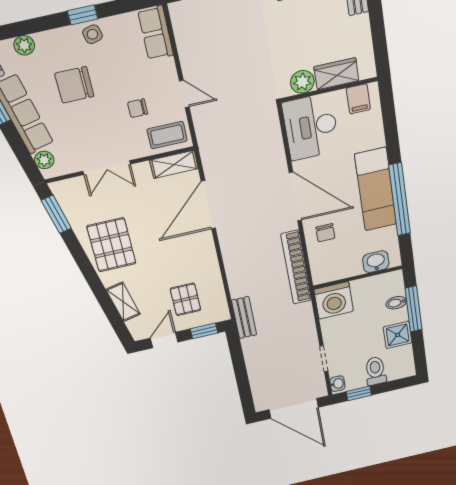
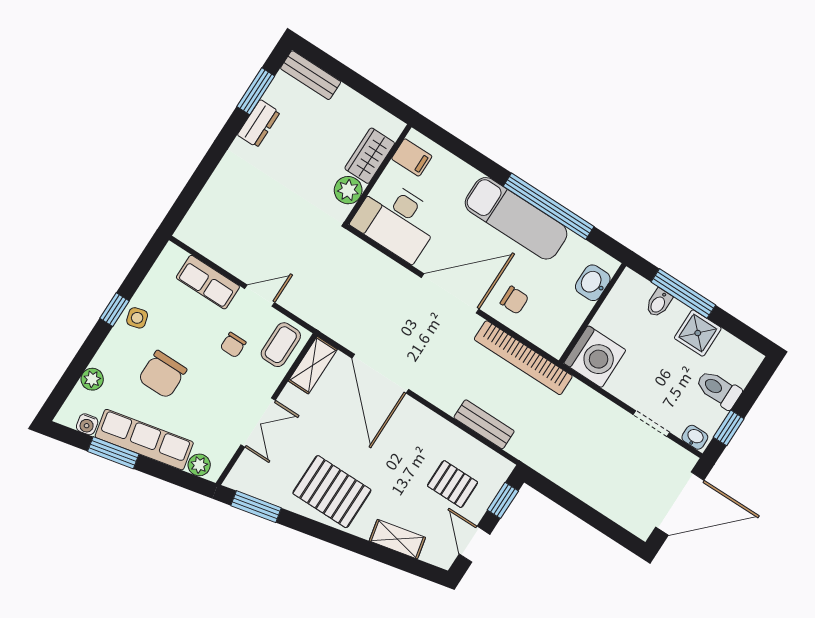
row of seats: (156, 33) -> (208, 282), moved
bench: (244, 318) -> (484, 424), moved

